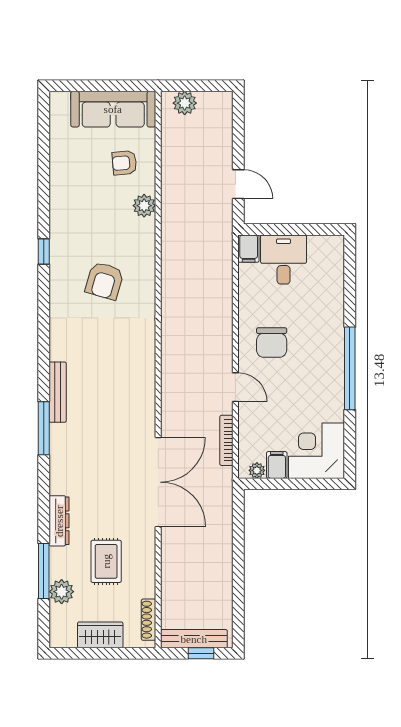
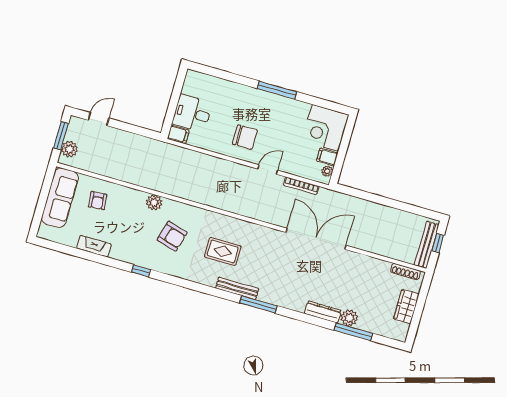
window: (200, 86) -> (61, 136), added
fireplace: (59, 176) -> (94, 246), added
door: (238, 184) -> (99, 119), moved
plant: (144, 206) -> (154, 203), moved
window: (350, 368) -> (277, 90), width x0.68
rug: (106, 561) -> (223, 251), moved
plant: (62, 592) -> (349, 318), moved

